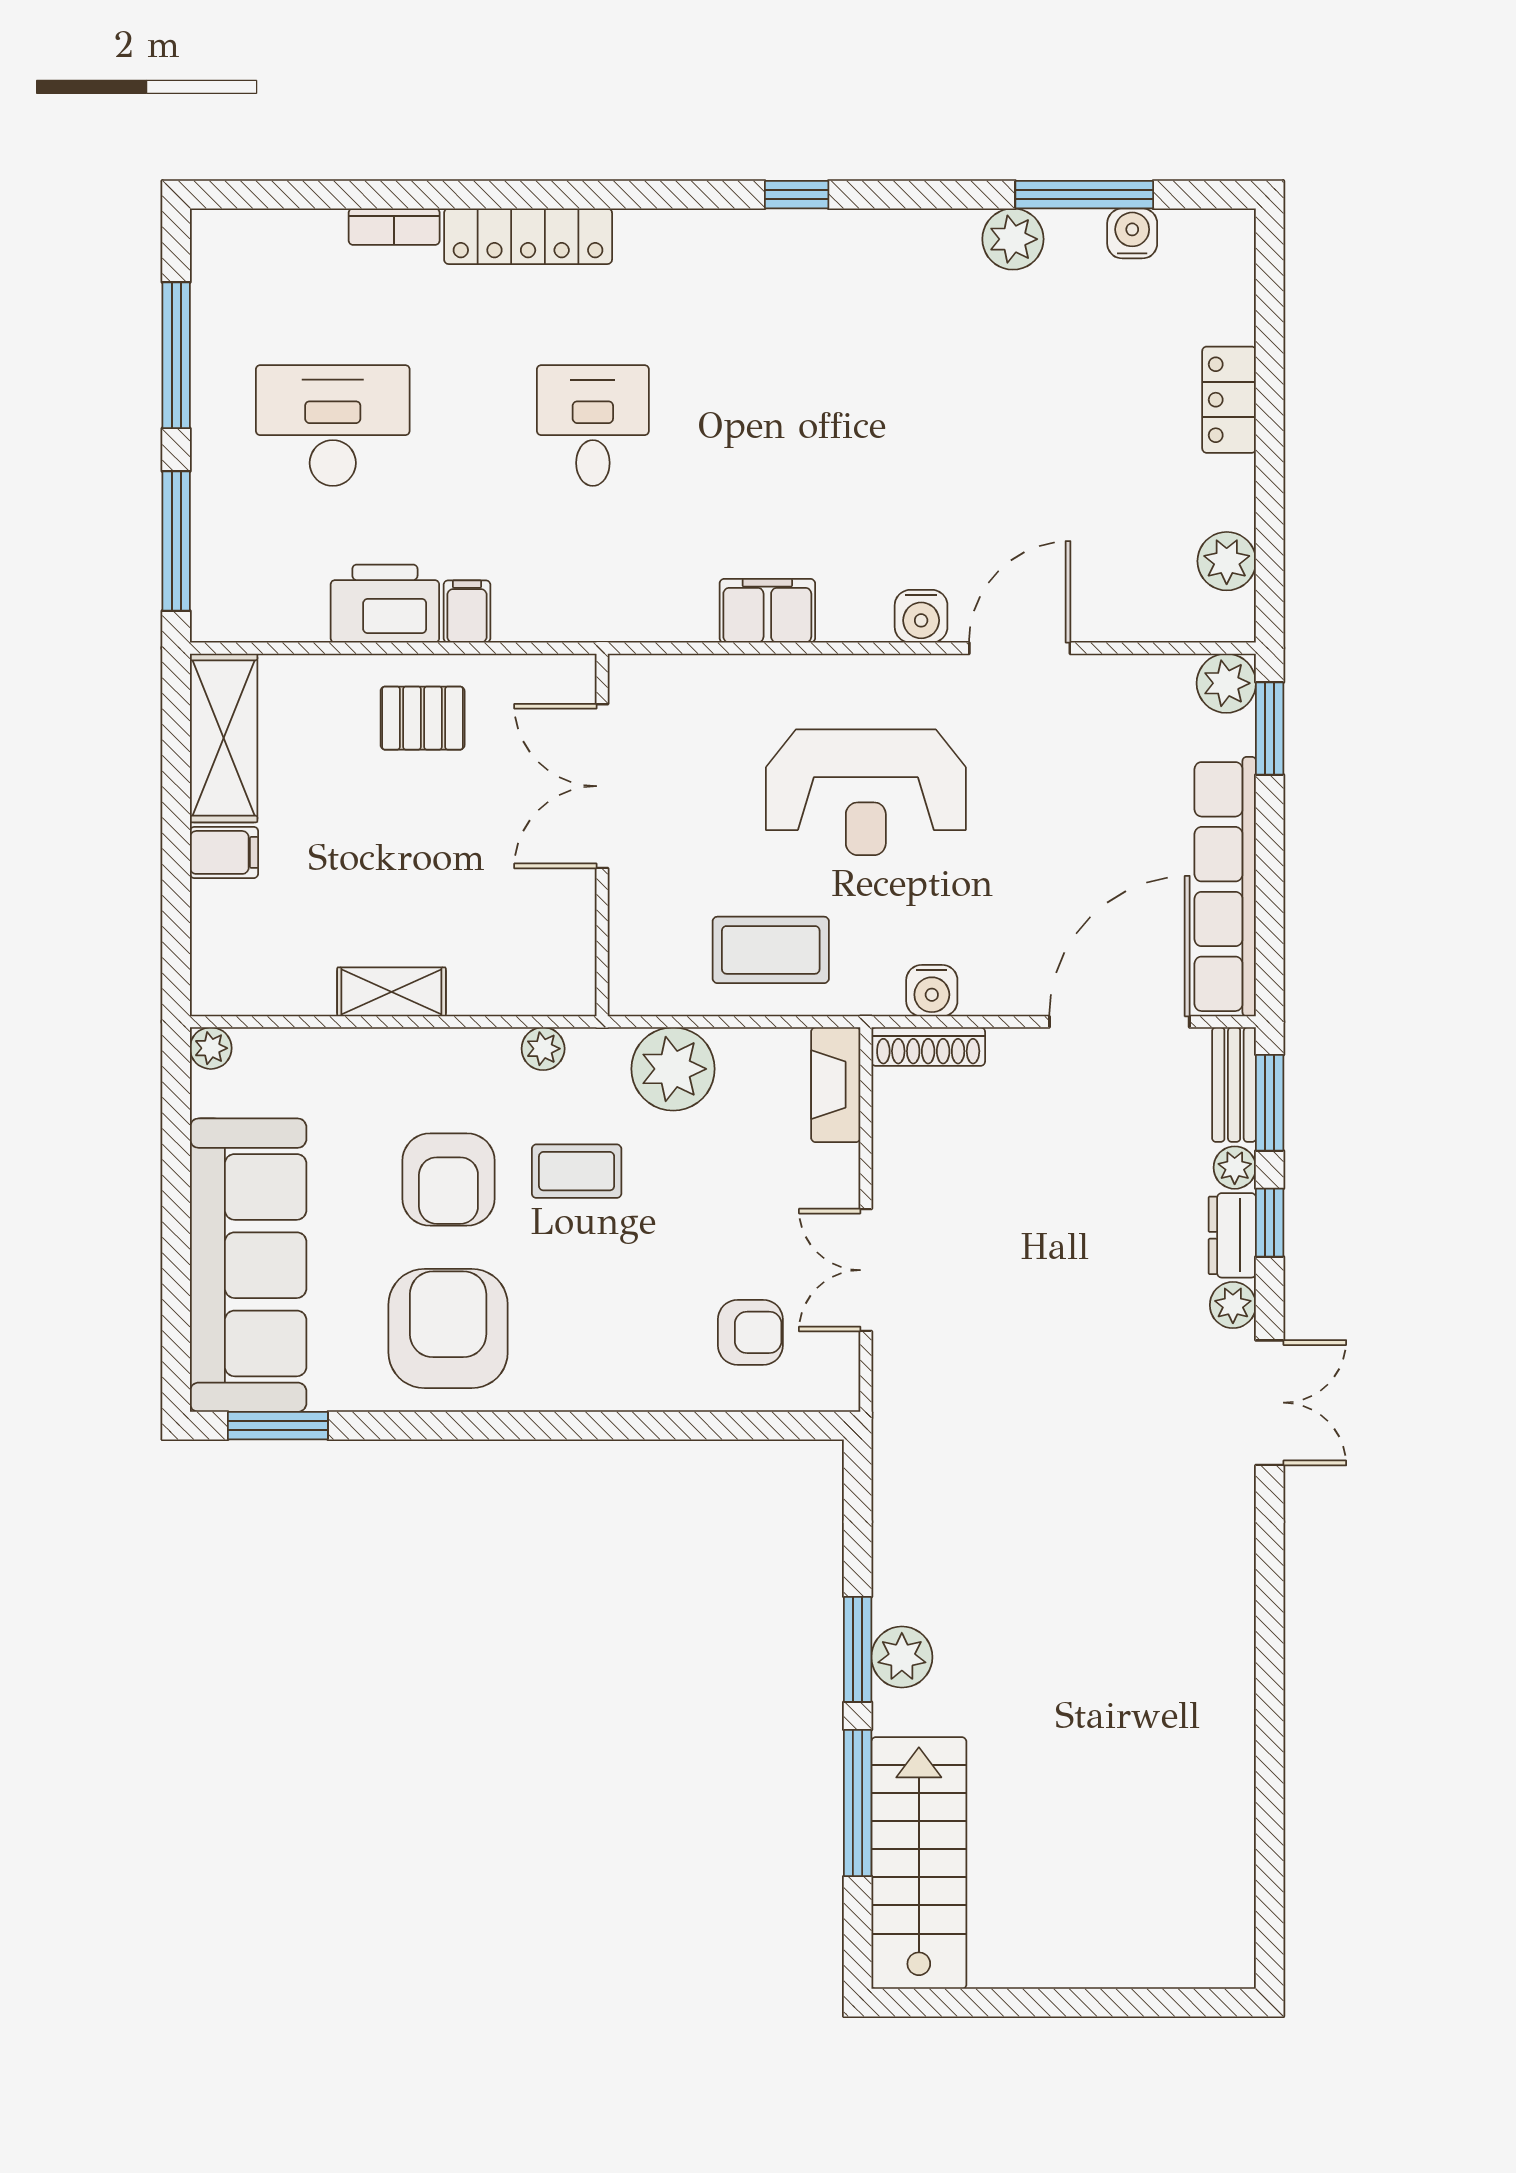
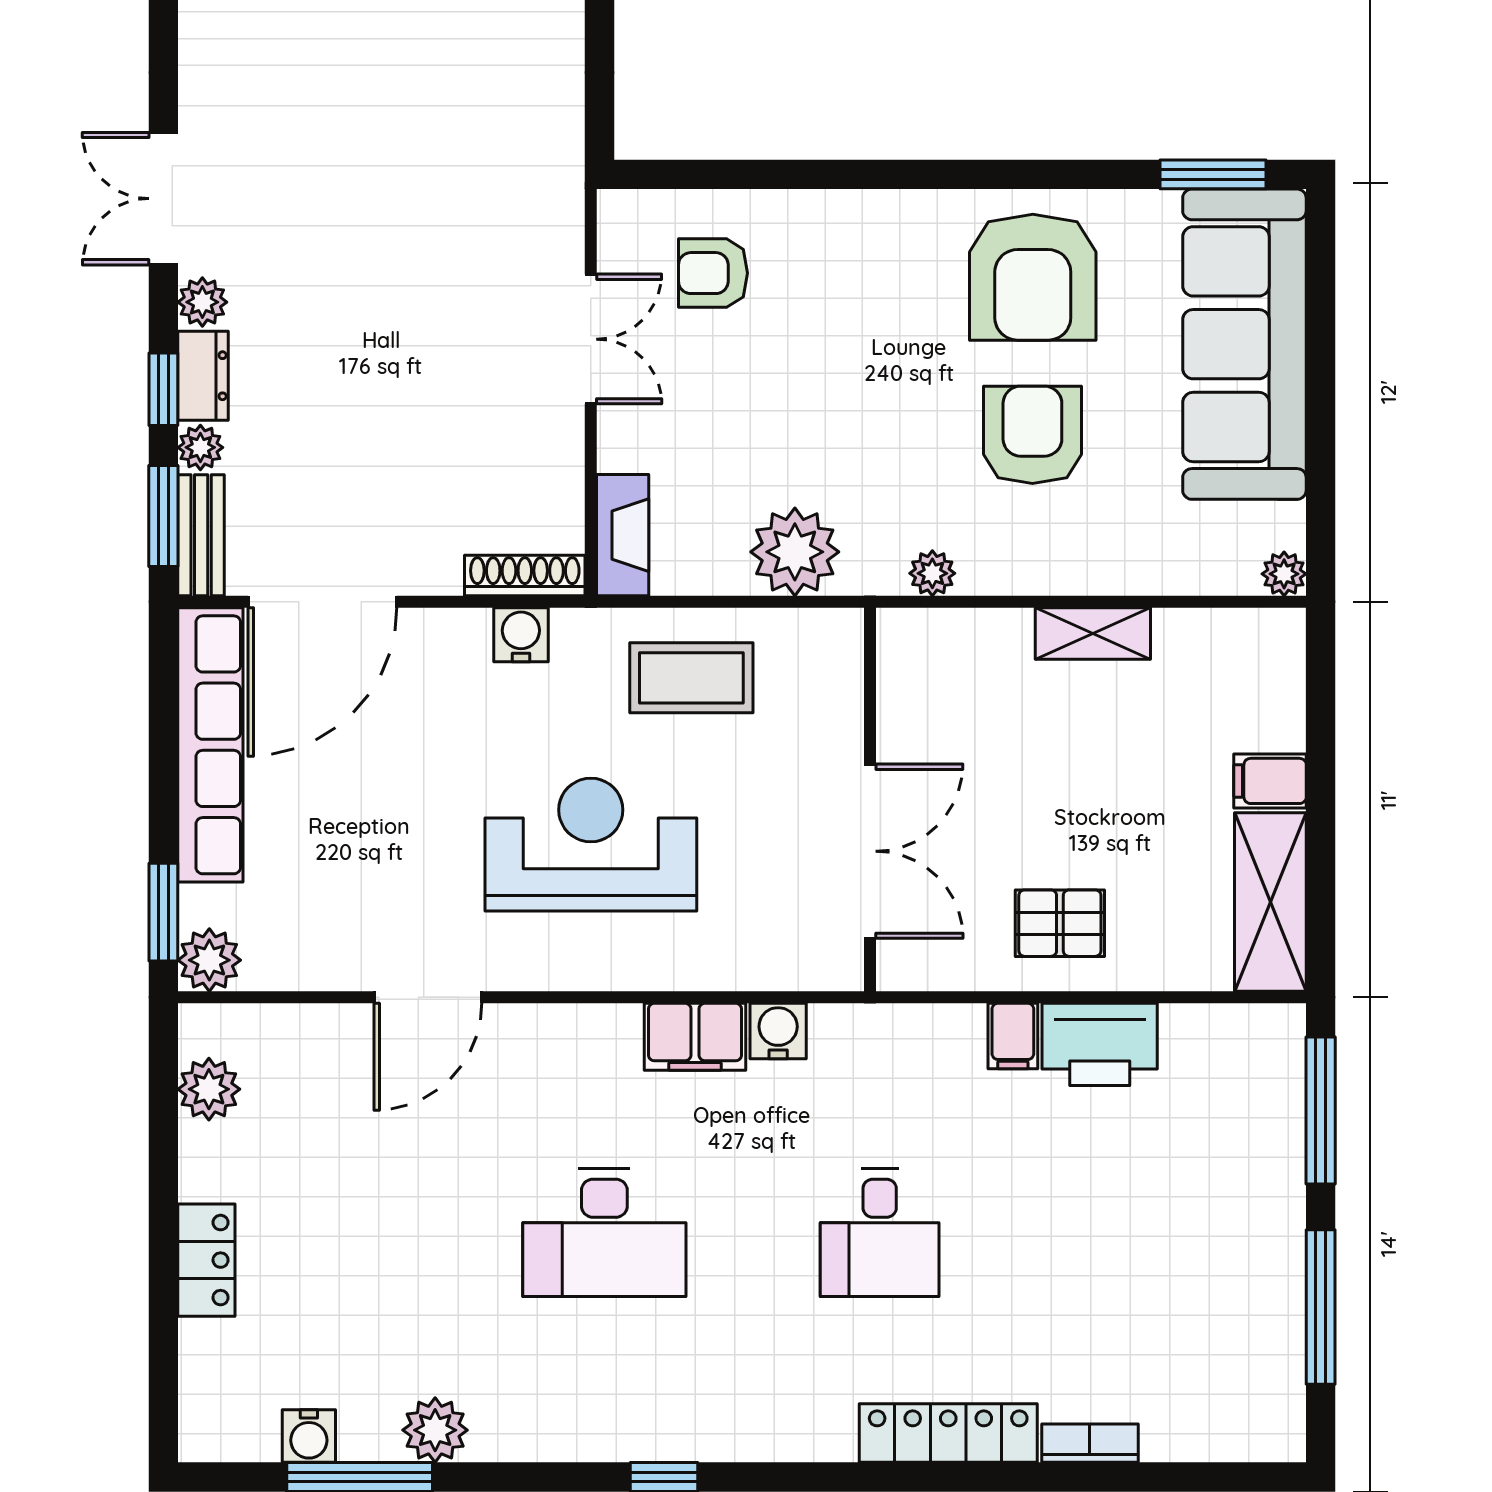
desk: (333, 425) -> (604, 1233), moved
water cooler: (921, 616) -> (778, 1031), moved
coffee table: (577, 1171) -> (897, 444), removed

